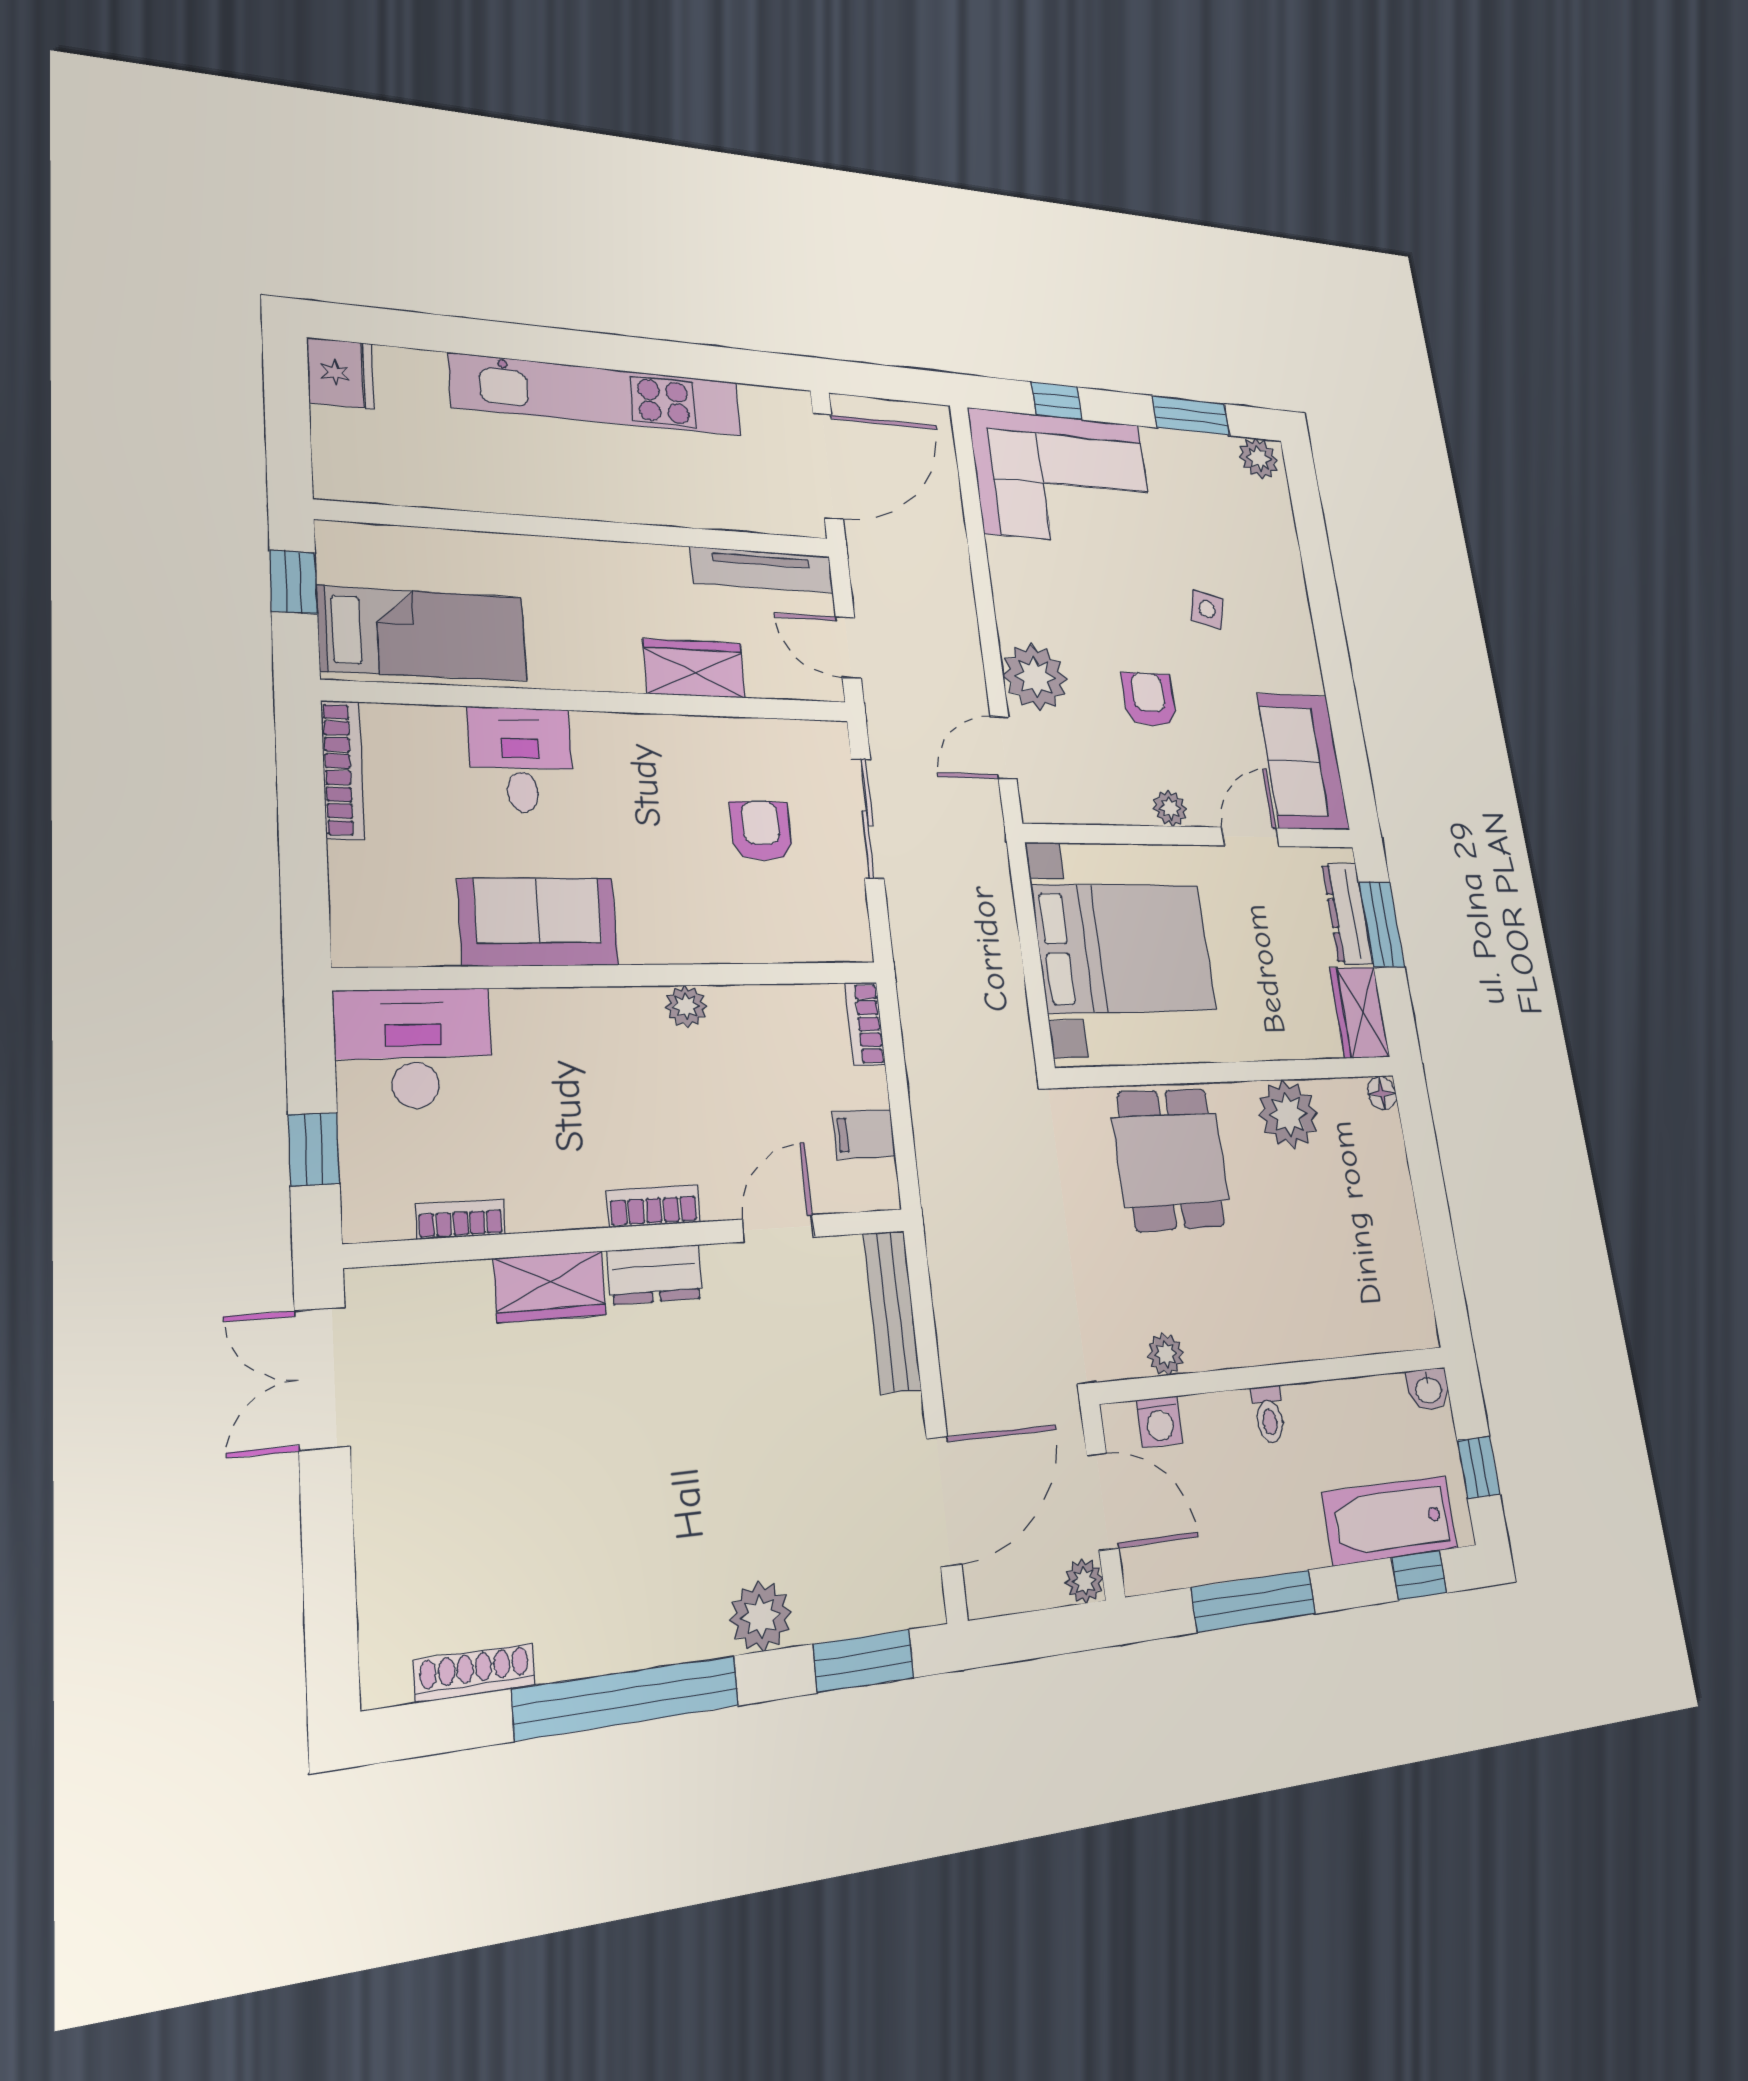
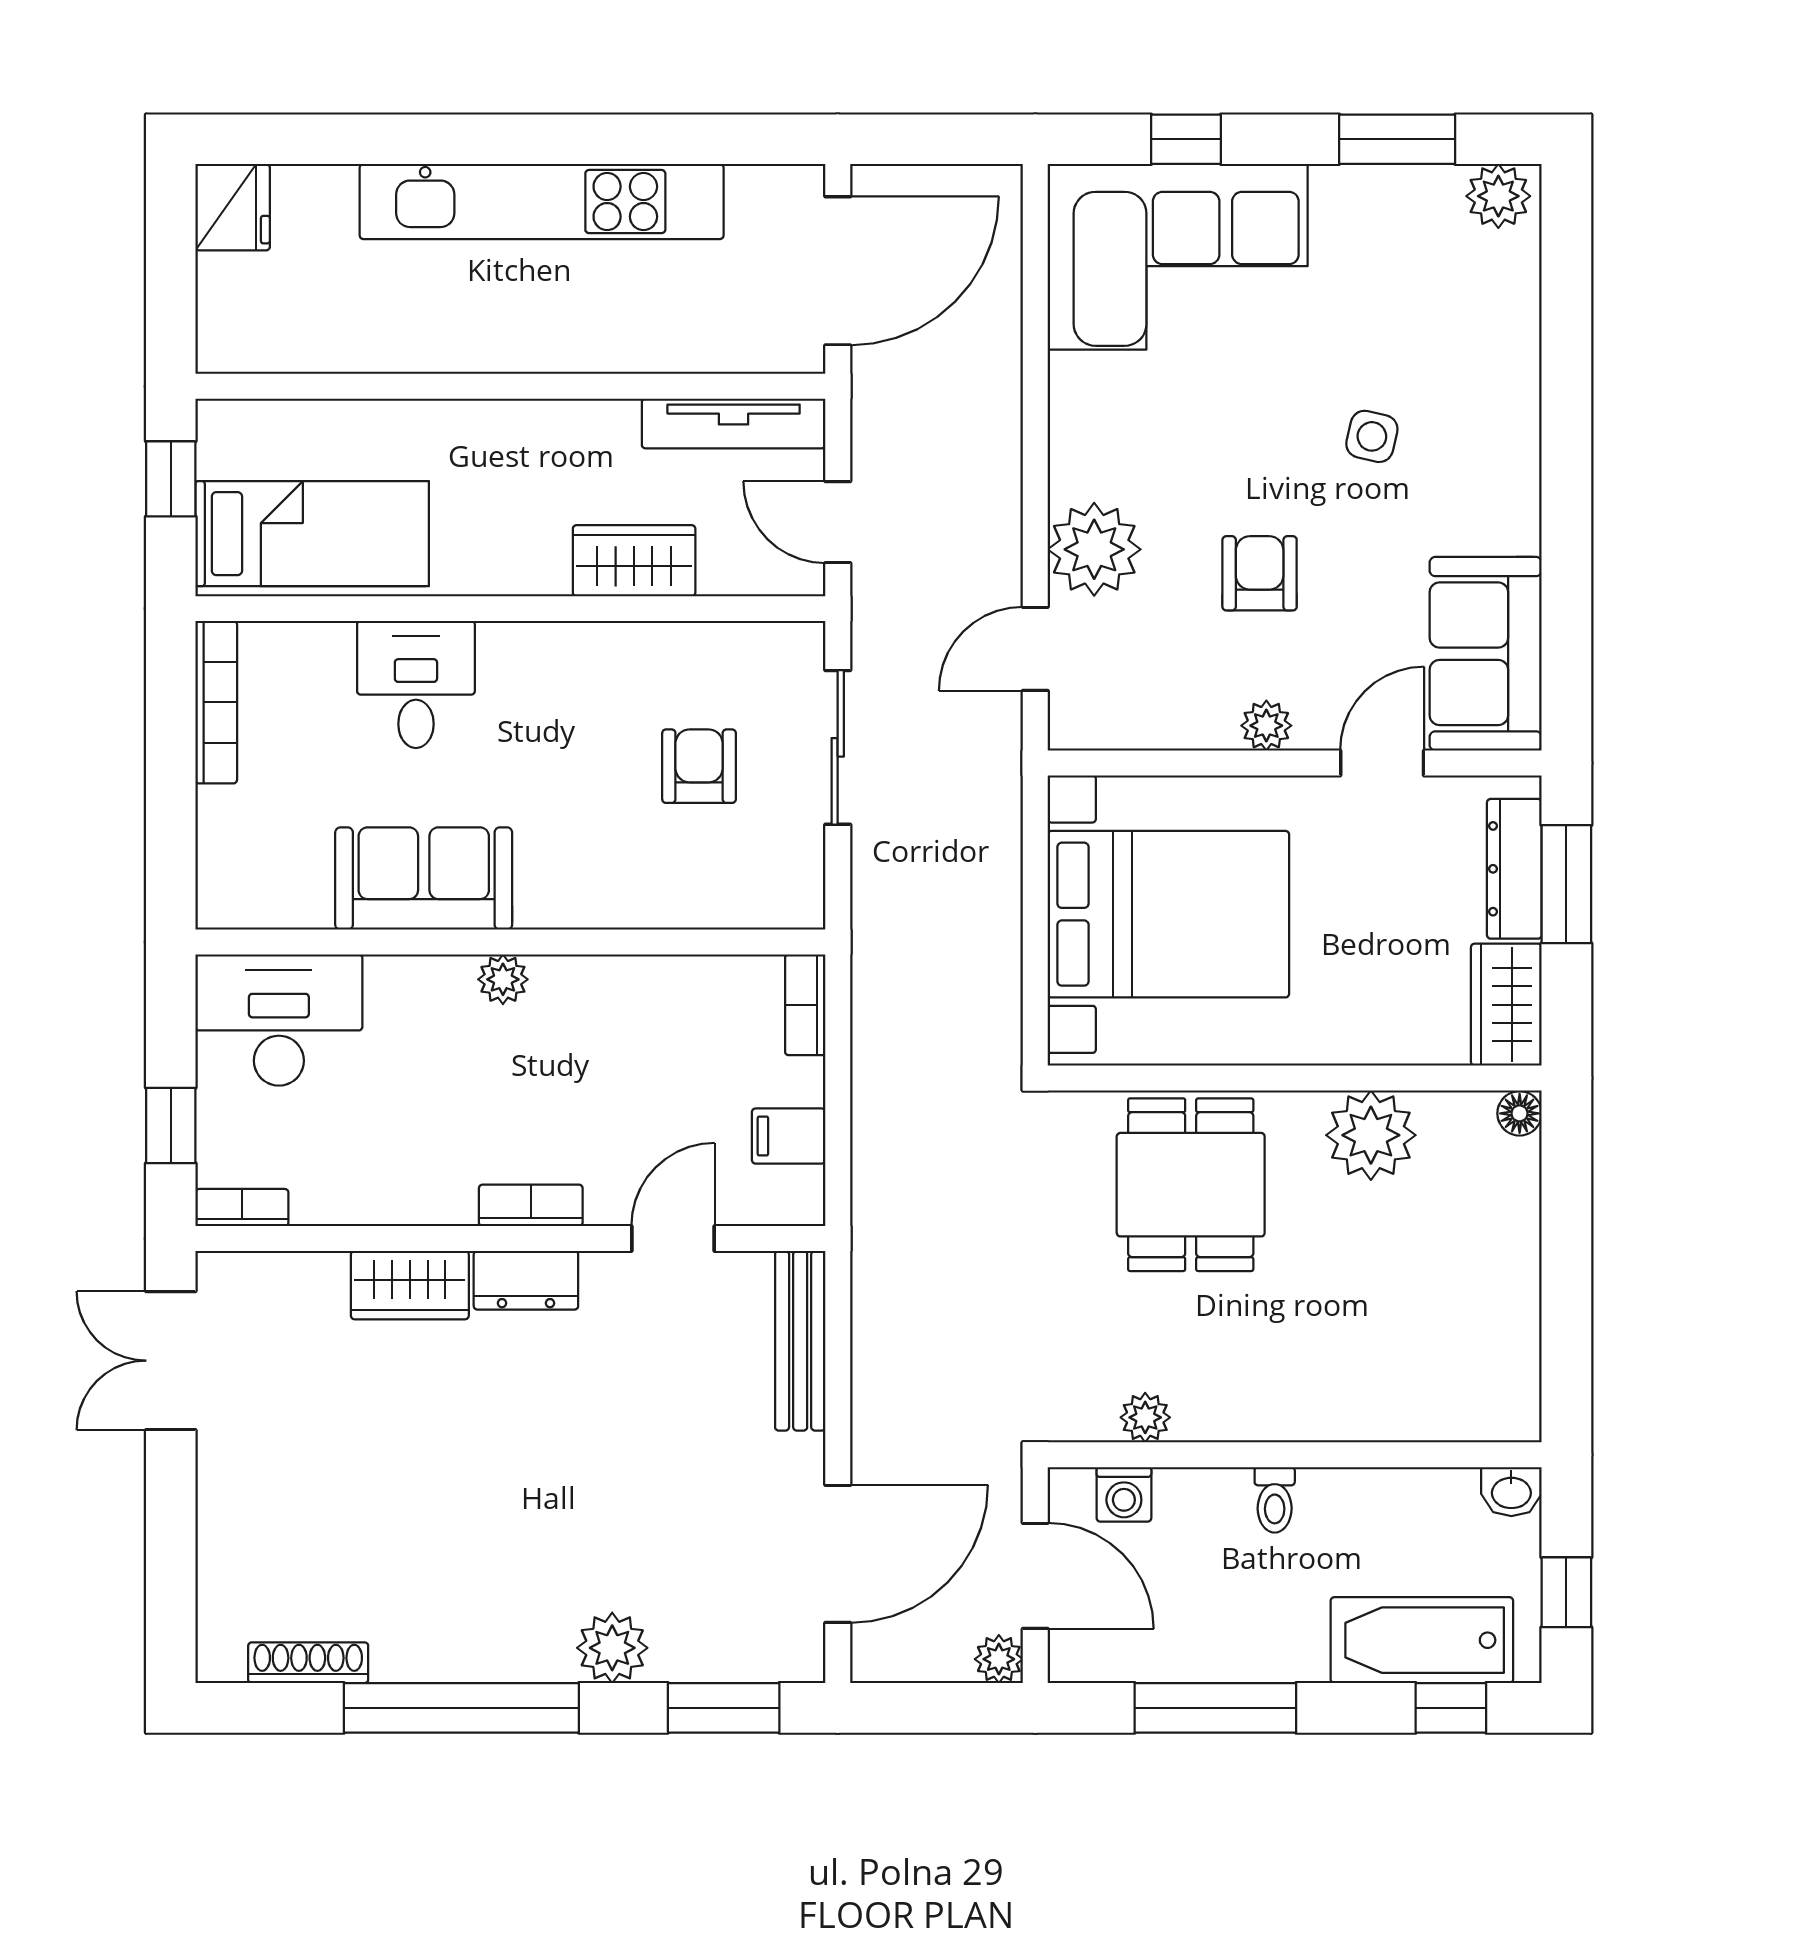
plant: (686, 1006) -> (503, 979), moved
bookcase: (460, 1219) -> (242, 1208), moved

